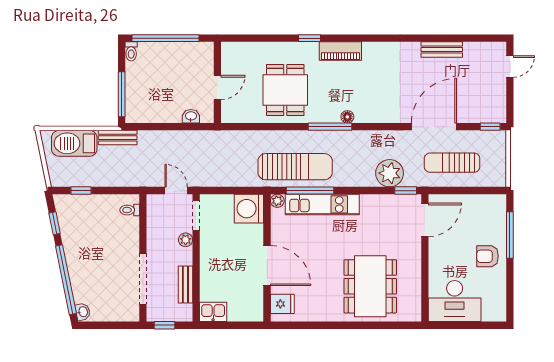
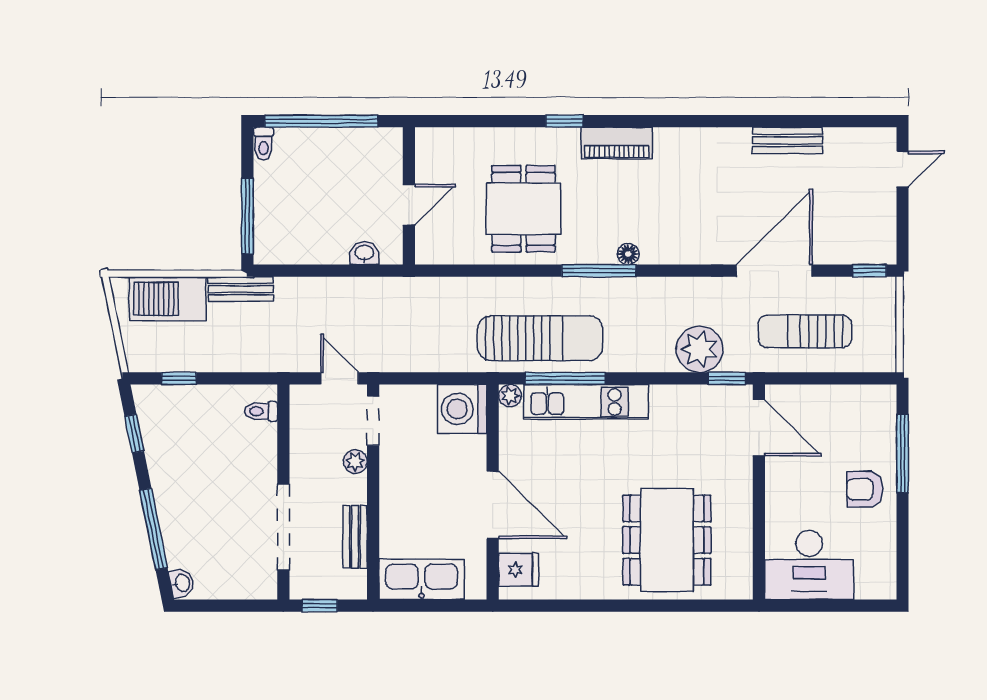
door: (425, 220) -> (759, 428), hinge flipped
window: (66, 280) -> (153, 529), width x0.68
kitchen sink: (213, 312) -> (422, 579), width x1.87, depth x1.24

